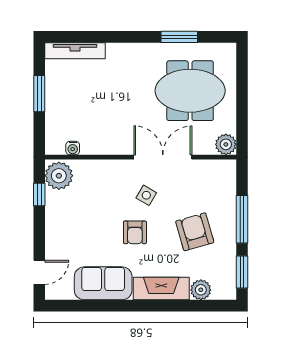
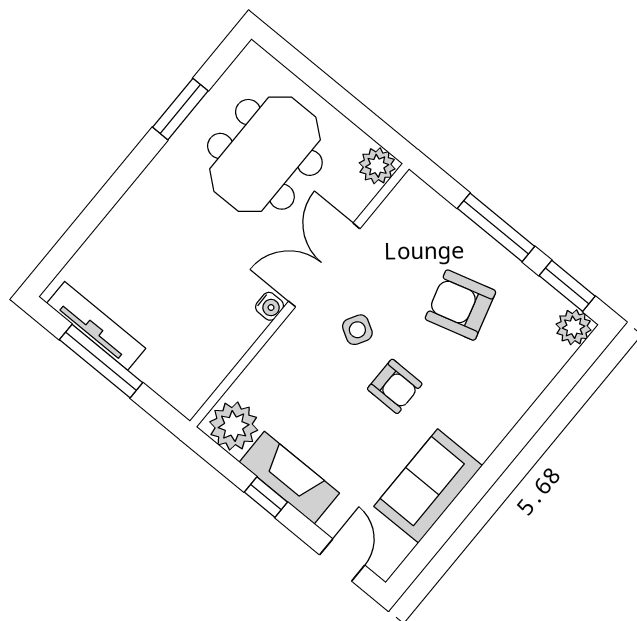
tv unit: (75, 51) -> (96, 326), moved, turned -90
window: (39, 94) -> (101, 361), width x1.44
water cooler: (73, 148) -> (270, 306), moved
window: (39, 195) -> (266, 497), moved
fireplace: (161, 289) -> (289, 478), moved, turned 90
plant: (201, 290) -> (574, 327), moved

